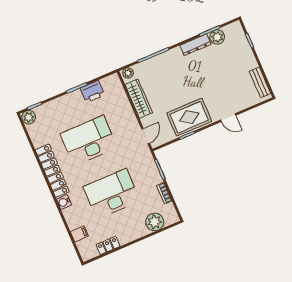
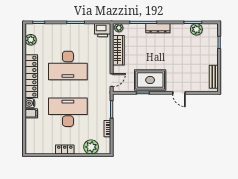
dresser: (195, 45) -> (158, 28), moved
printer: (92, 92) -> (103, 30), moved
plant: (29, 117) -> (31, 40), moved
desk: (89, 141) -> (68, 65), turned 180
filing cabinet: (79, 234) -> (31, 113), moved
locker: (108, 245) -> (65, 150), moved

